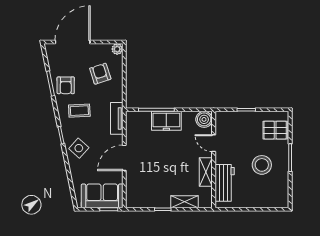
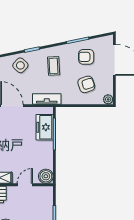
armchair: (66, 85) -> (86, 57), moved
freezer: (166, 121) -> (45, 127), moved

